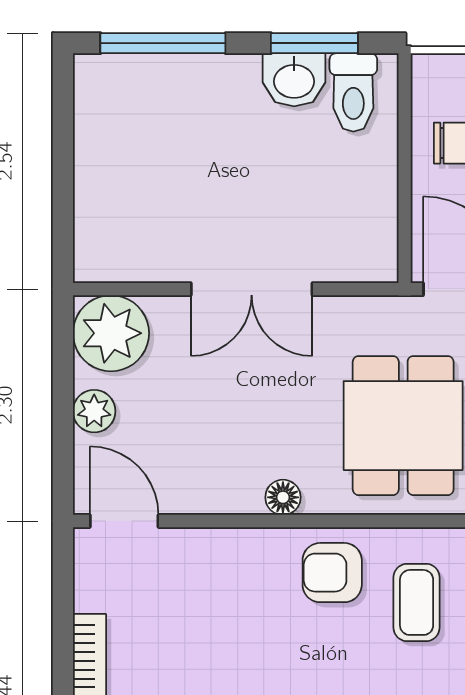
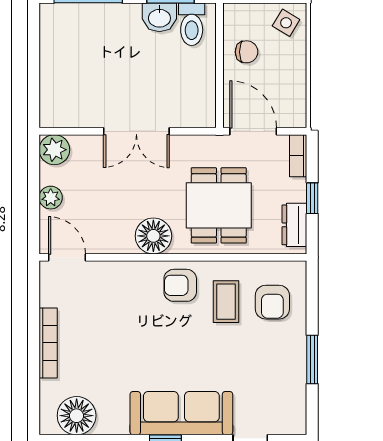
plant: (111, 333) -> (54, 150), width x0.73, depth x0.73
floor lamp: (283, 497) -> (153, 236), width x1.89, depth x1.89

